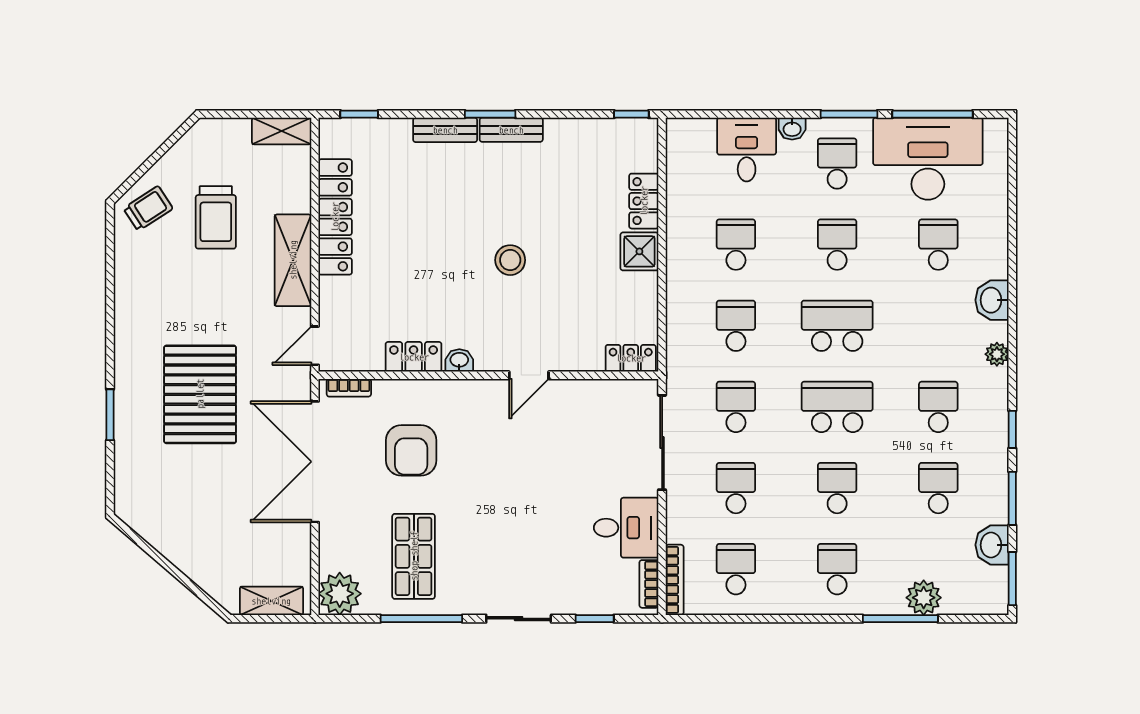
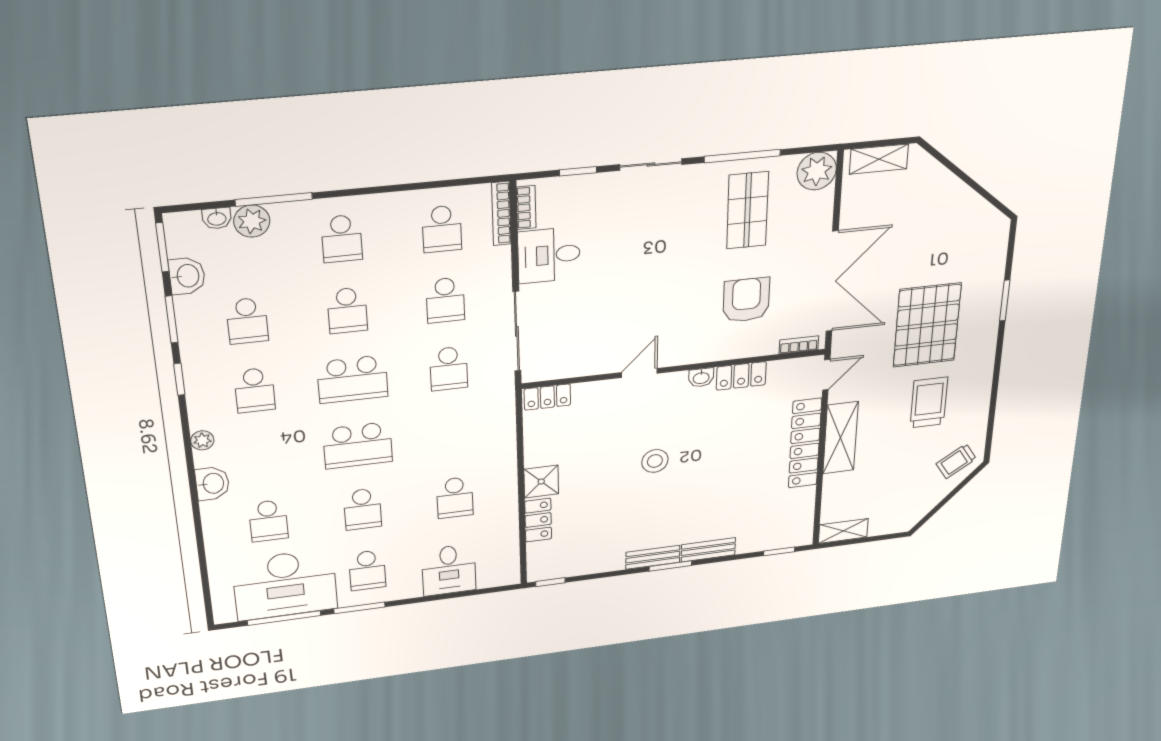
washbasin: (792, 129) -> (217, 218), moved, turned 180
trolley: (216, 217) -> (929, 403), moved
locker: (335, 217) -> (805, 443), moved
school desk: (736, 326) -> (452, 434), removed

